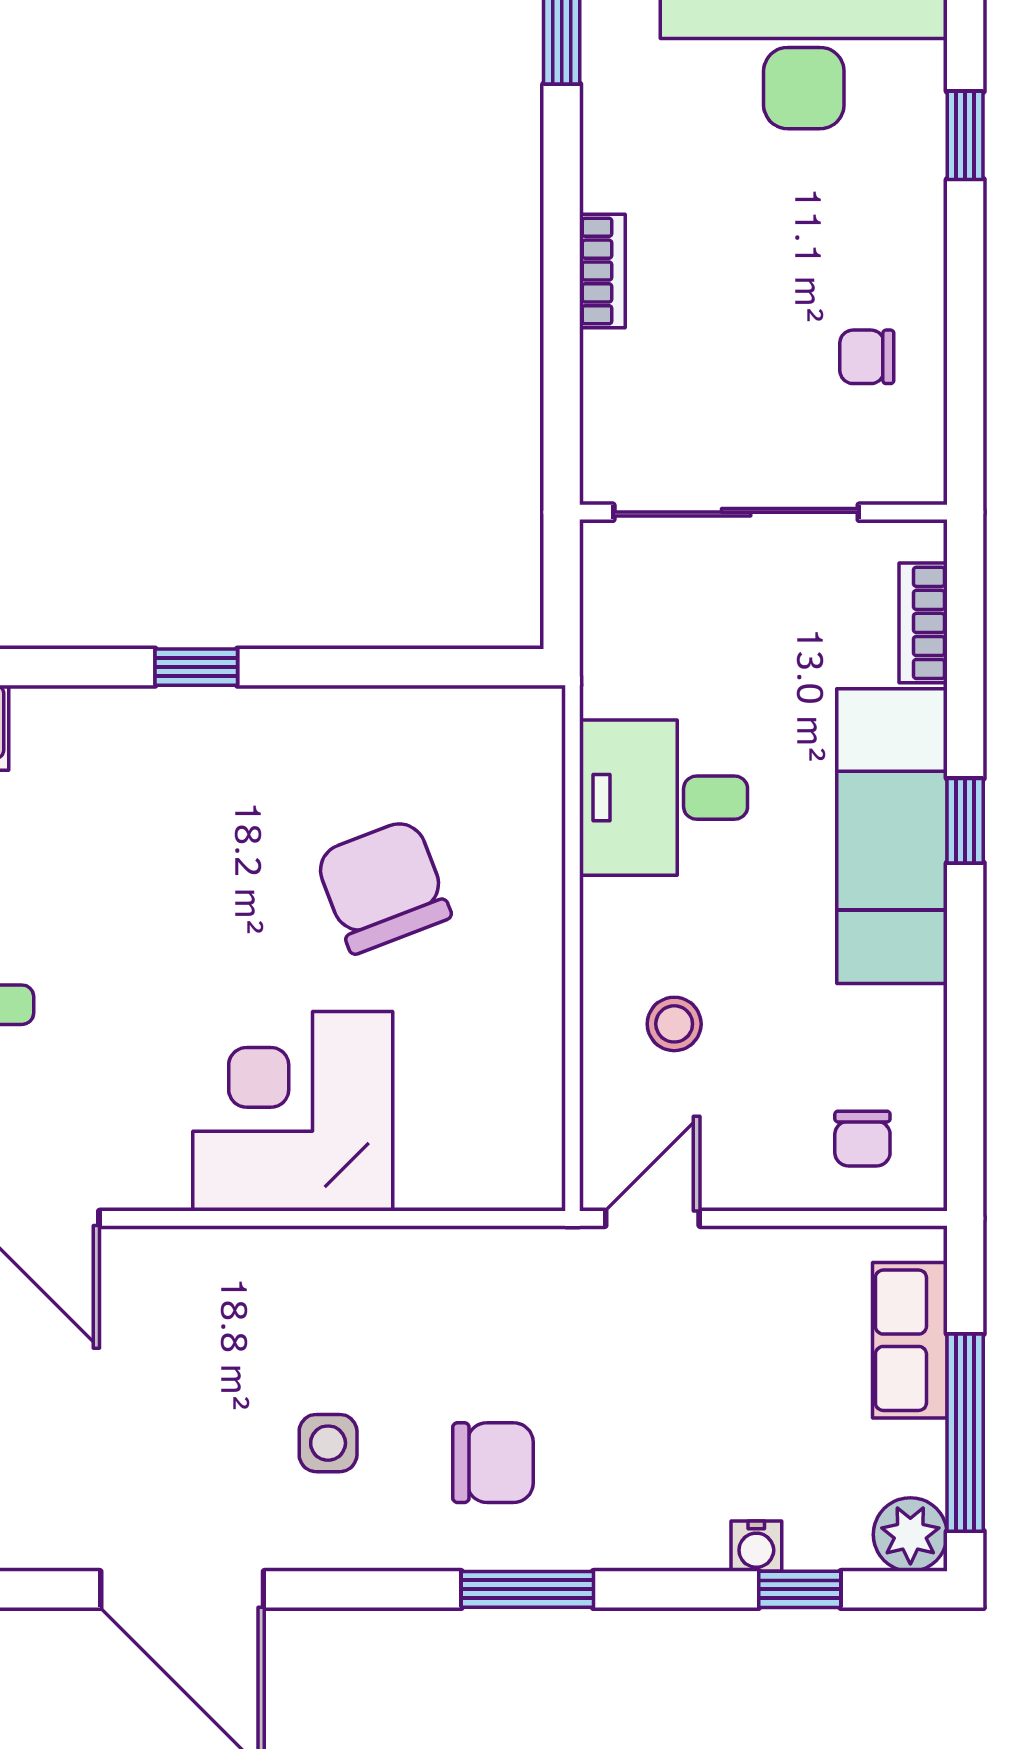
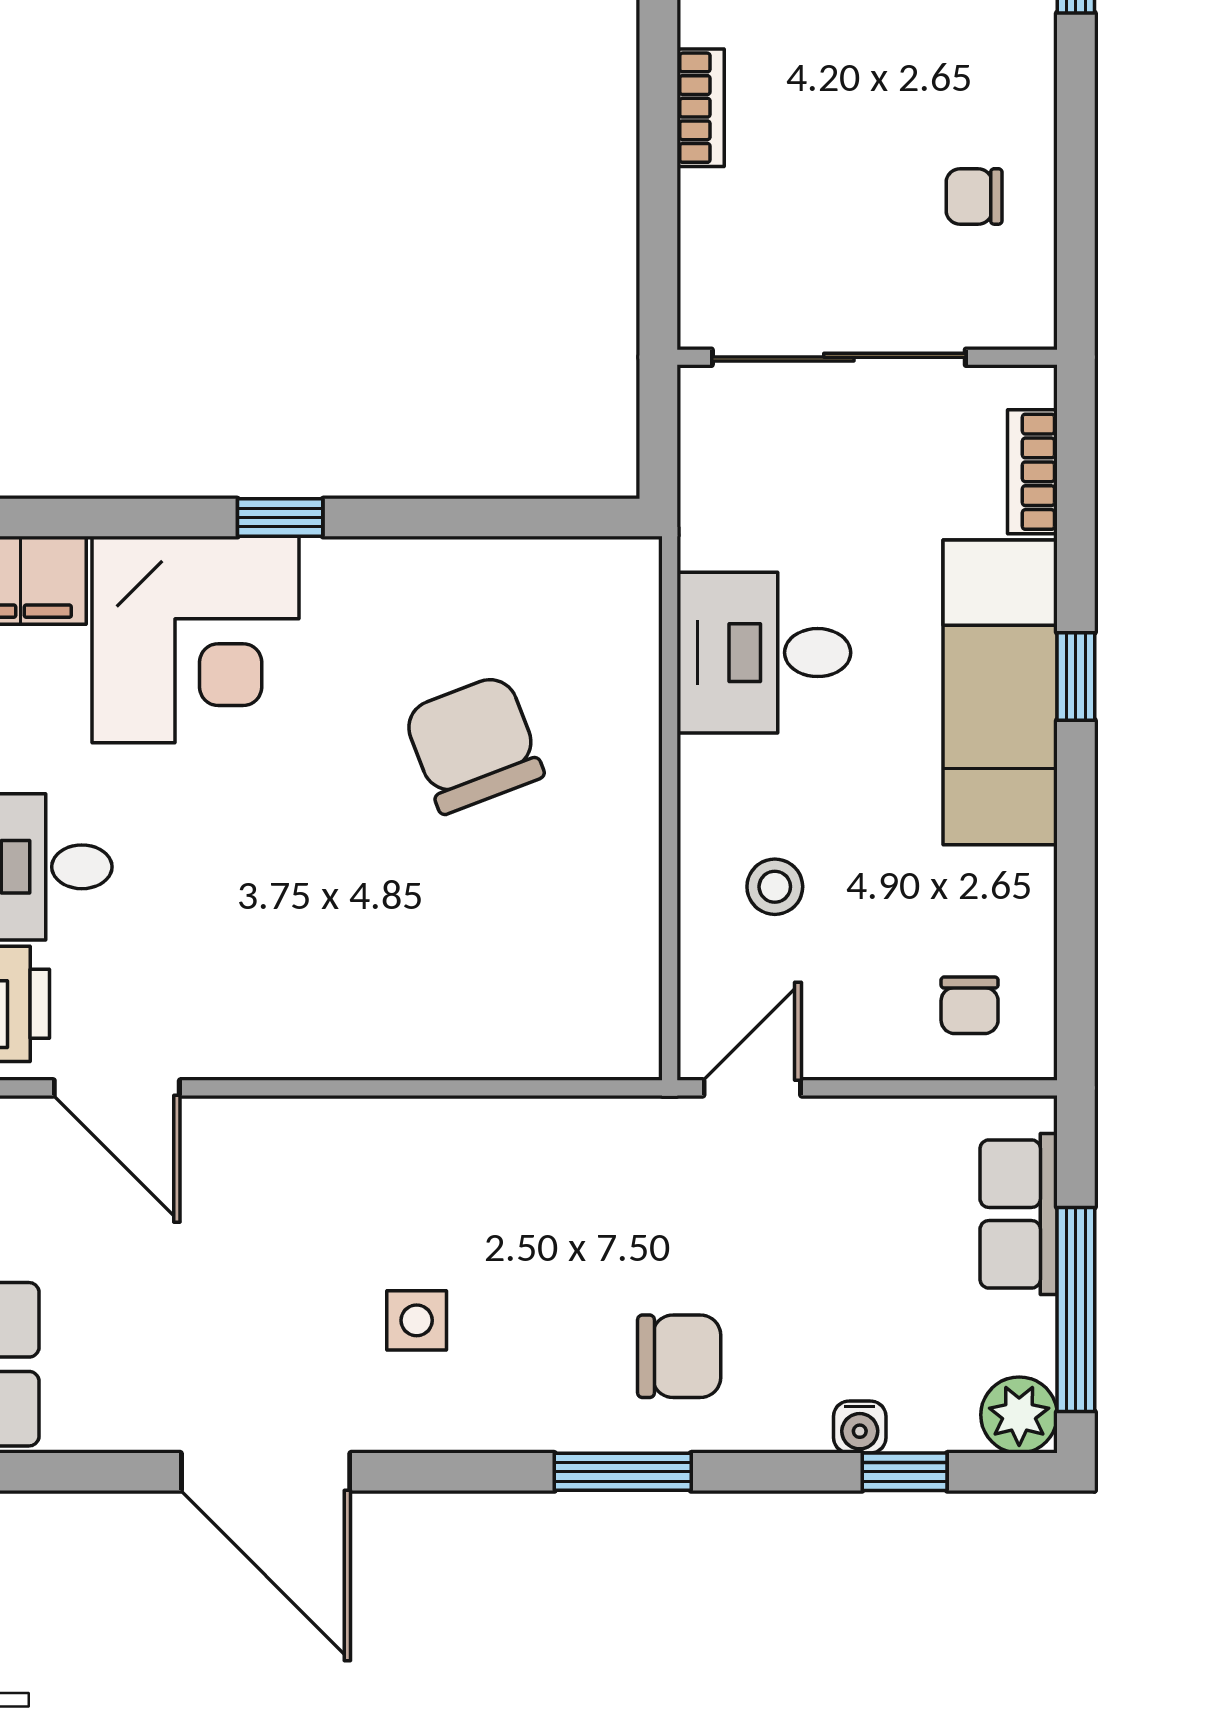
corner desk: (293, 1111) -> (195, 639), moved, turned 180
chair: (493, 1463) -> (679, 1356), moved

